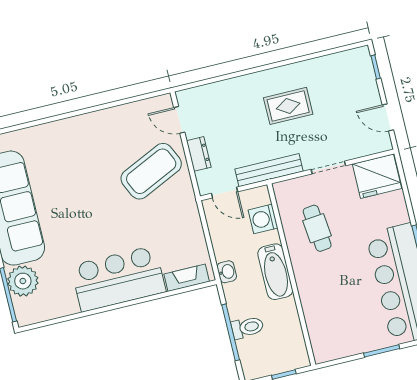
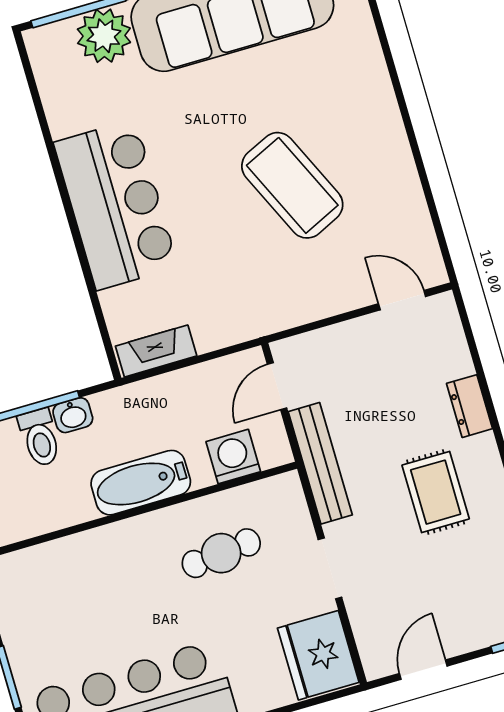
door: (179, 120) -> (402, 300), hinge flipped
dresser: (199, 154) -> (470, 406), moved, turned 90
coffee table: (151, 171) -> (292, 185), moved
washbasin: (227, 272) -> (73, 415), moved
fireplace: (187, 278) -> (156, 351), moved, turned -90

